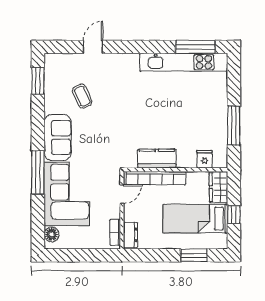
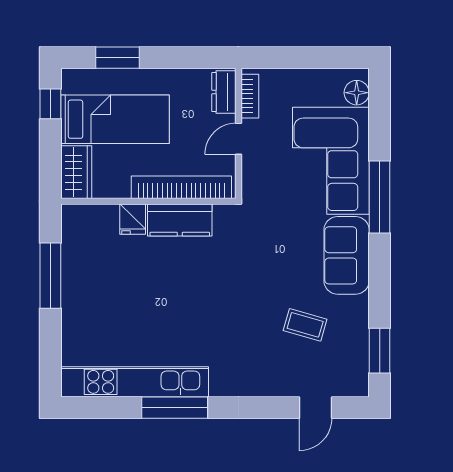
door: (93, 47) -> (315, 408), moved
window: (195, 47) -> (175, 408), moved
coffee table: (82, 96) -> (305, 325), turned -50
fridge: (205, 159) -> (133, 219), moved
door: (122, 194) -> (238, 139), moved
window: (234, 215) -> (50, 104), moved

